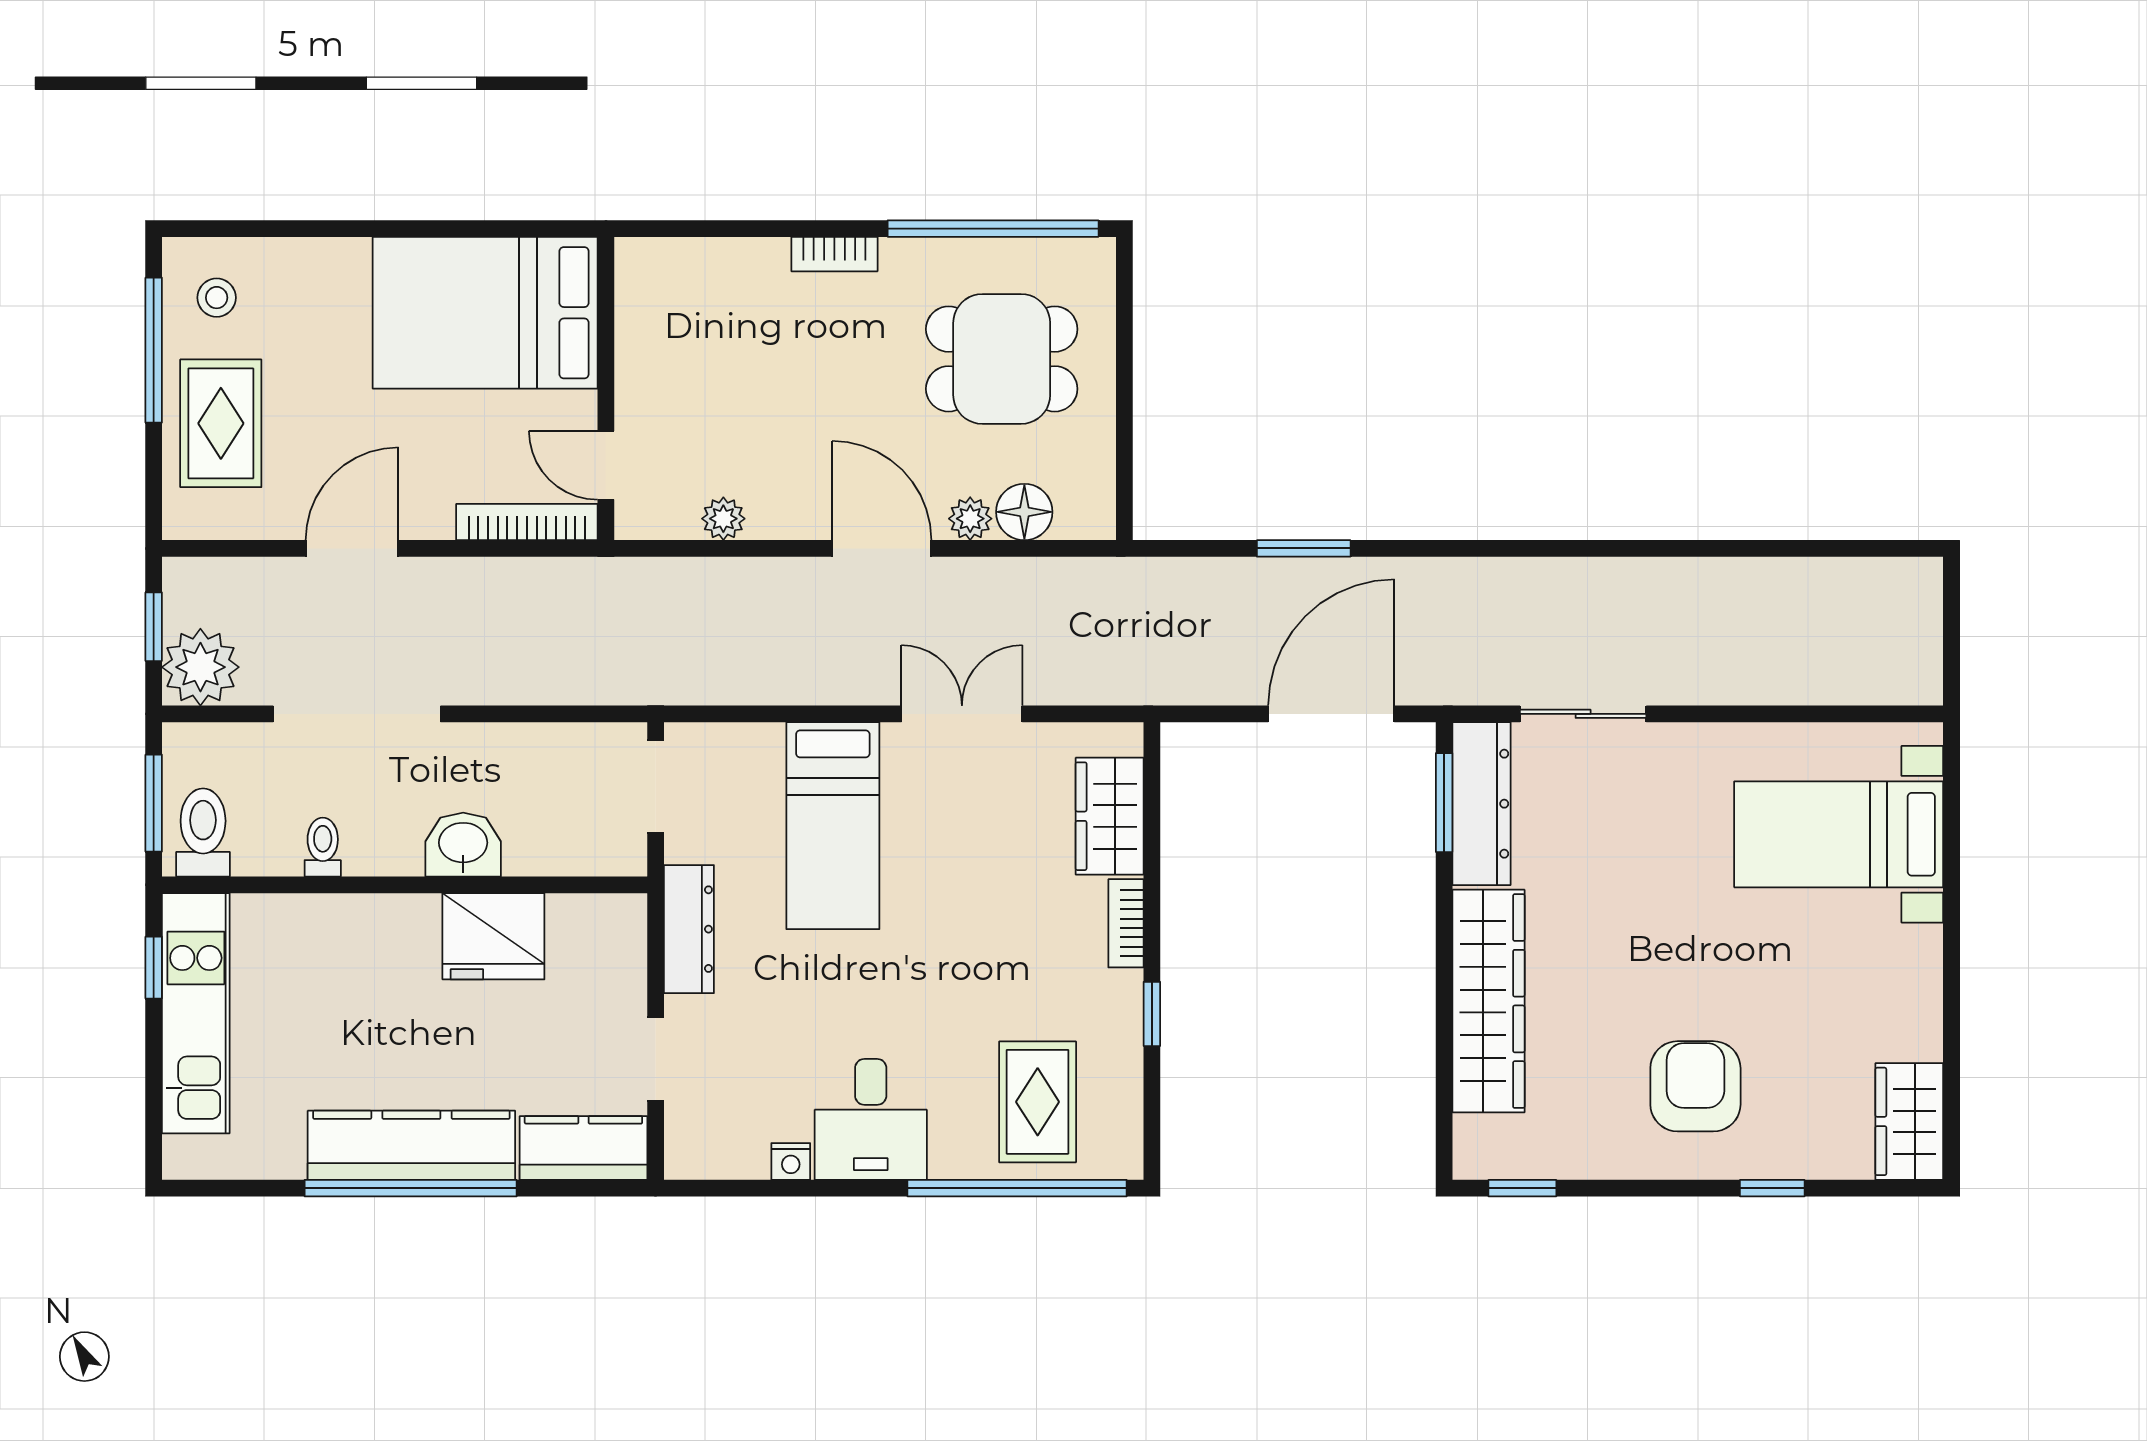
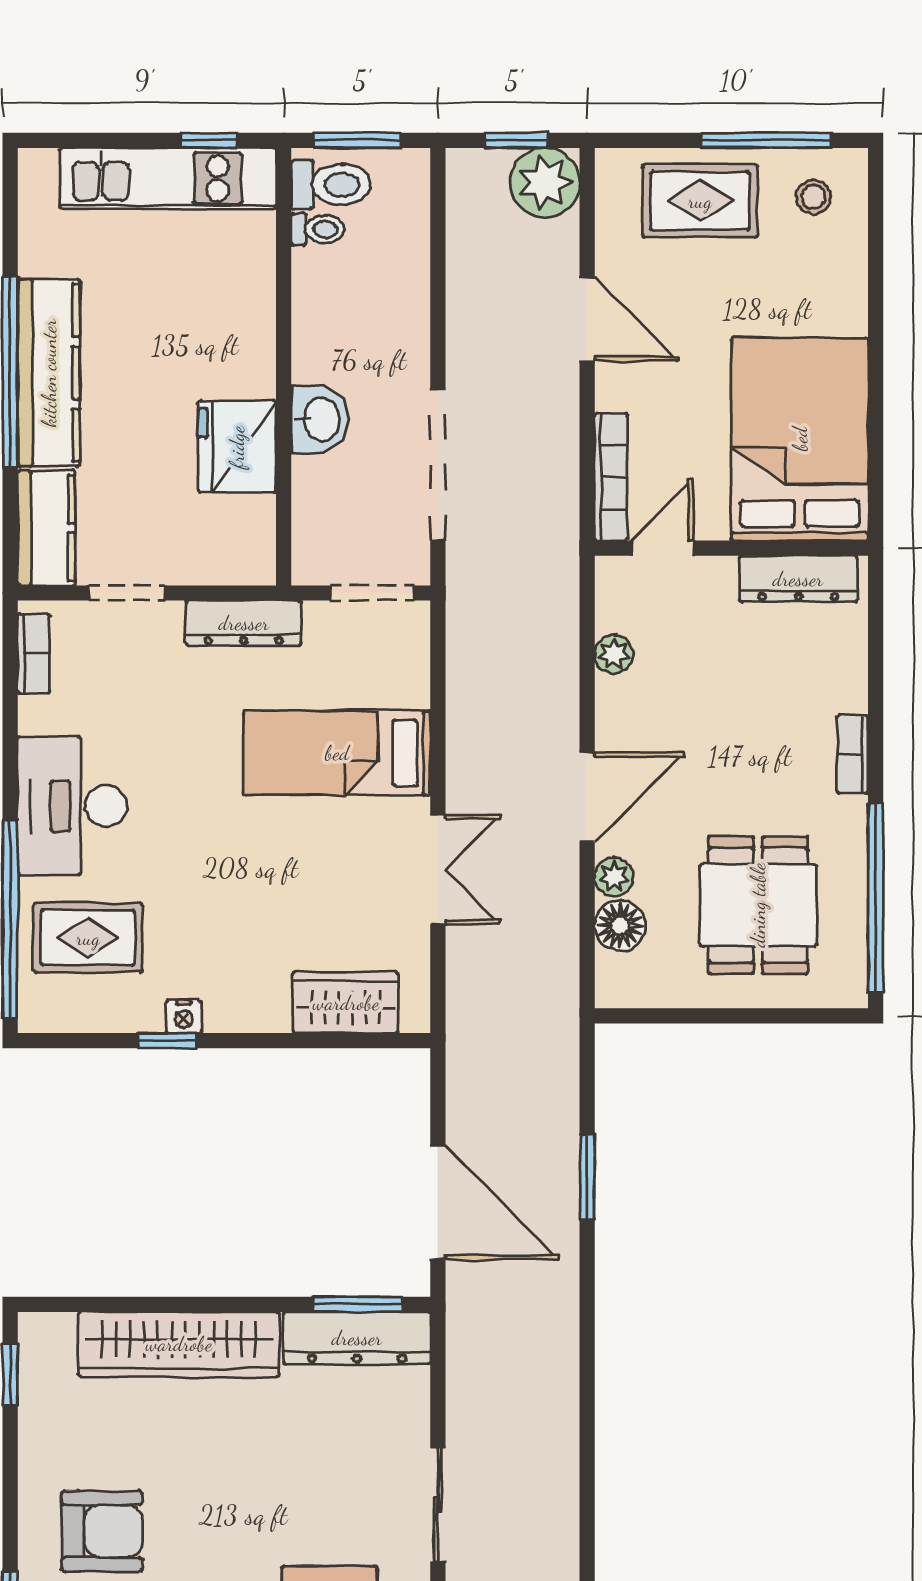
dresser: (640, 314) -> (798, 579), added
plant: (200, 667) -> (545, 182), moved
doorway: (357, 714) -> (438, 465), moved
sliding door: (1583, 714) -> (438, 1505), moved
toilet: (323, 847) -> (318, 229), moved
bookcase: (1126, 923) -> (33, 654), moved, turned 90
desk: (871, 1119) -> (72, 806), width x1.37
nightstand: (791, 1161) -> (184, 1017), moved, turned -90

